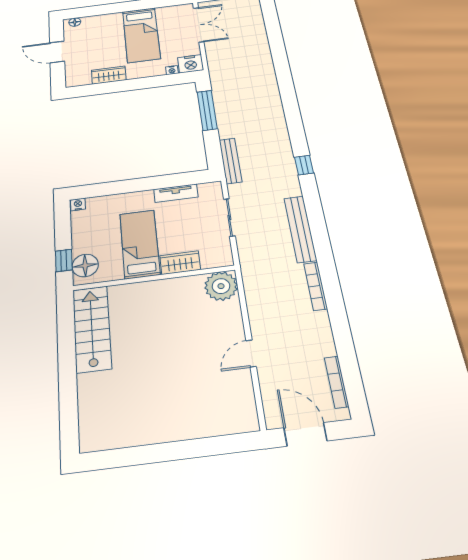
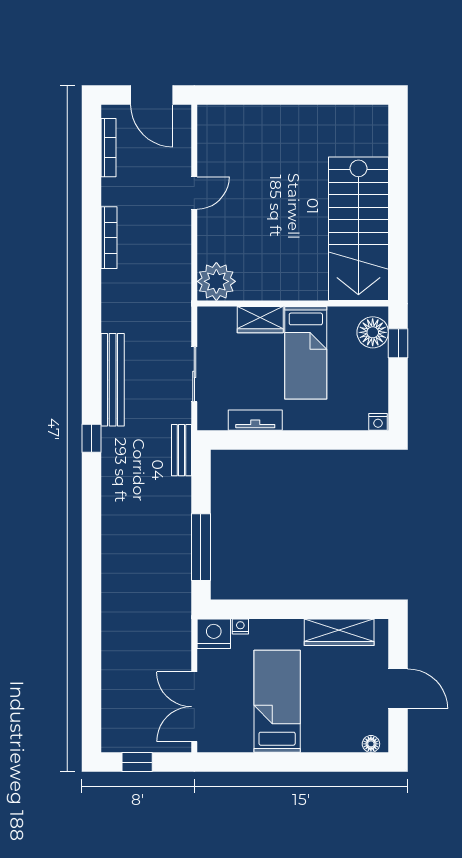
wardrobe: (109, 75) -> (339, 632), width x1.50
bench: (230, 161) -> (181, 450), width x0.73
bench: (300, 229) -> (113, 380), moved
bookcase: (316, 286) -> (109, 238), moved
stairs: (92, 329) -> (358, 229), width x1.36, depth x1.51

